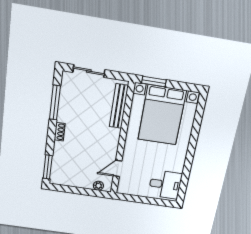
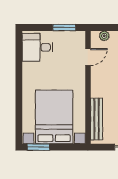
window: (154, 81) -> (38, 147), moved
window: (136, 199) -> (64, 28), added

